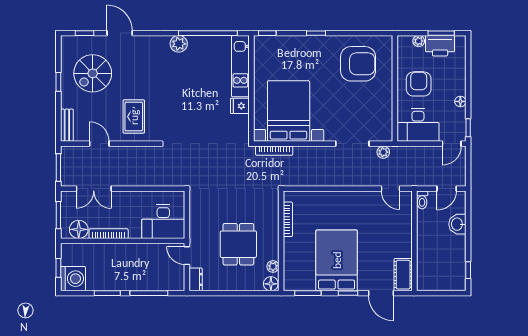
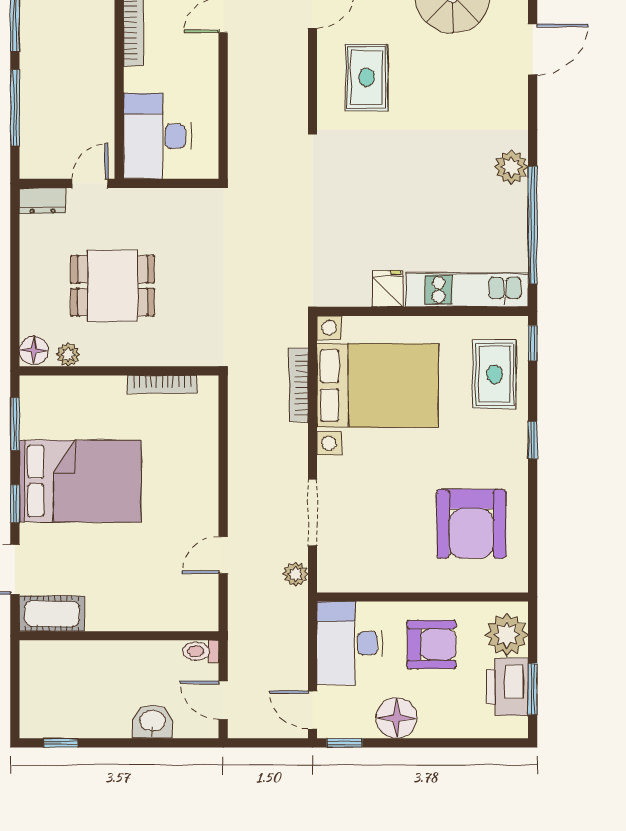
plant: (419, 41) -> (507, 634), width x1.87, depth x1.87
rug: (283, 52) -> (495, 374), added
floor lamp: (460, 101) -> (397, 718), width x1.89, depth x1.89
rug: (134, 117) -> (367, 77), turned 90
bookcase: (274, 151) -> (299, 385), moved
door: (391, 189) -> (223, 555), moved

